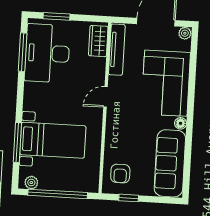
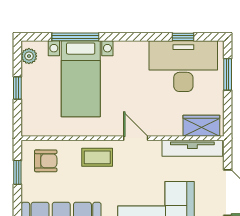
window: (23, 52) -> (183, 37), width x0.46
coffee table: (120, 130) -> (97, 157), added
armchair: (120, 174) -> (46, 161), turned 180
window: (58, 194) -> (17, 88), width x0.32

